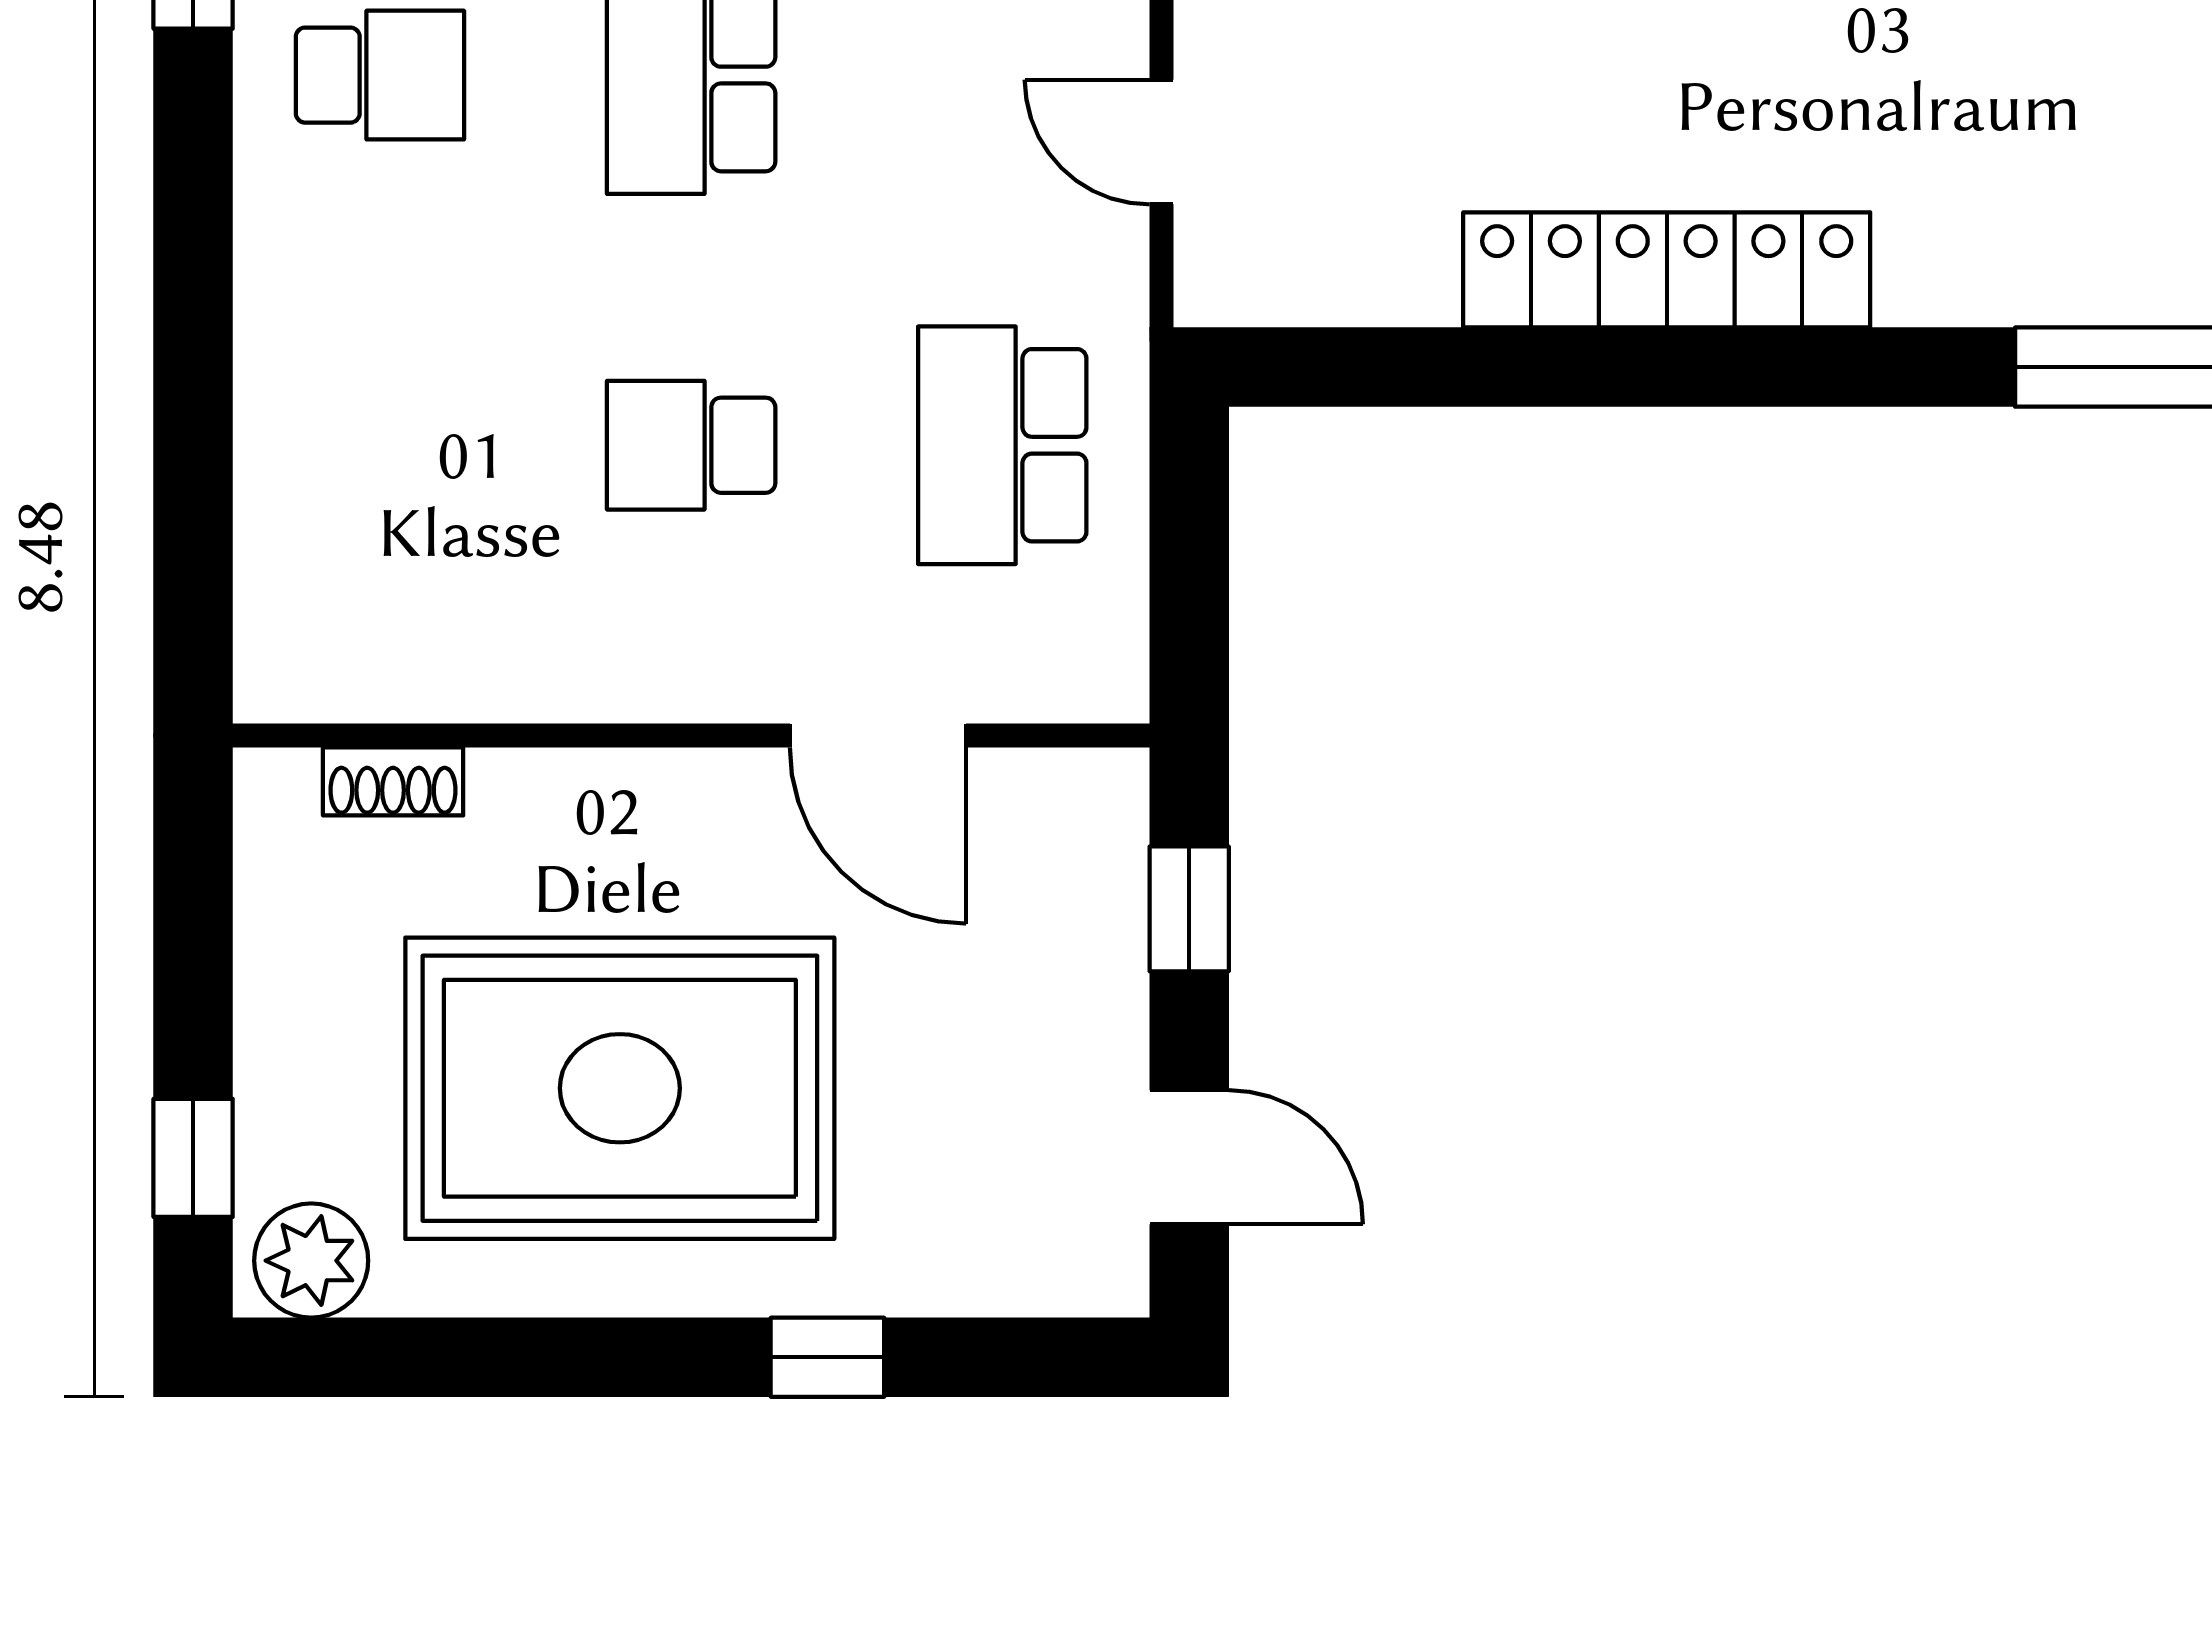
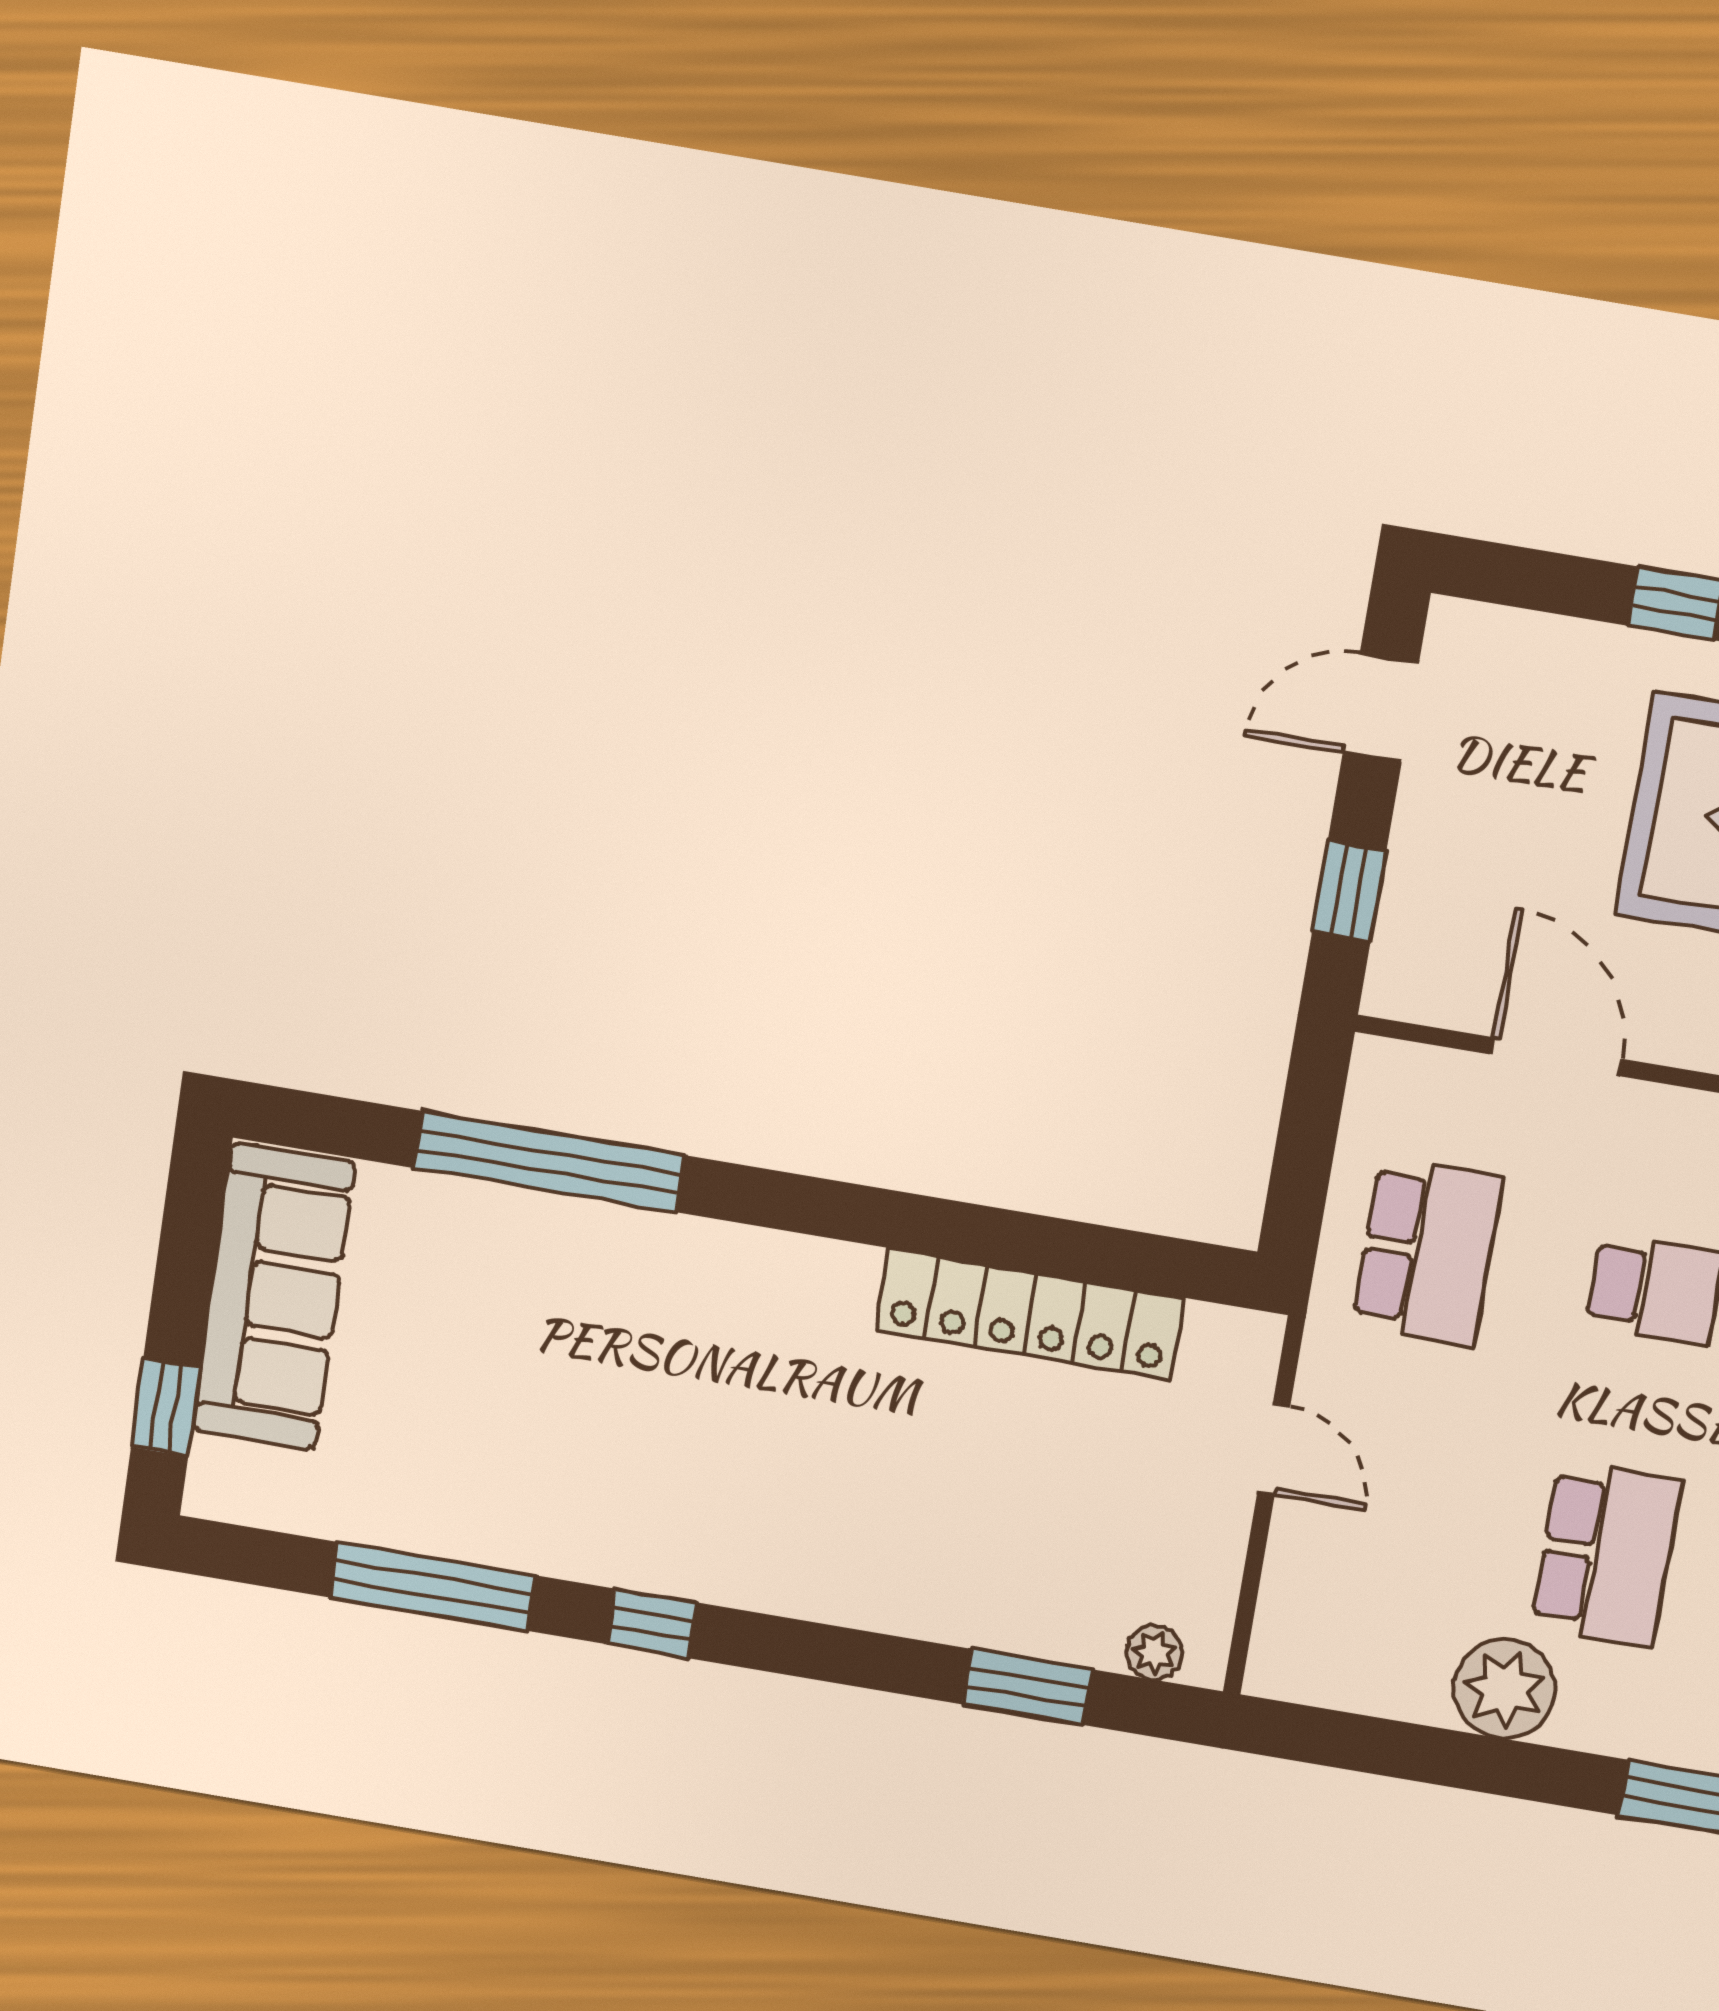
locker: (1667, 270) -> (1030, 1314), moved
door: (1189, 1157) -> (1381, 708), hinge flipped

